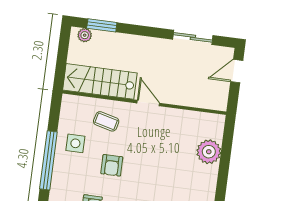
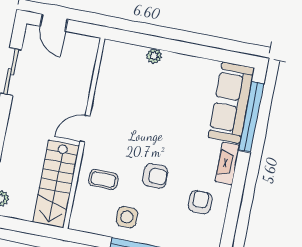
coffee table: (106, 121) -> (103, 179), turned 76
plant: (209, 152) -> (154, 56), width x0.53, depth x0.53

